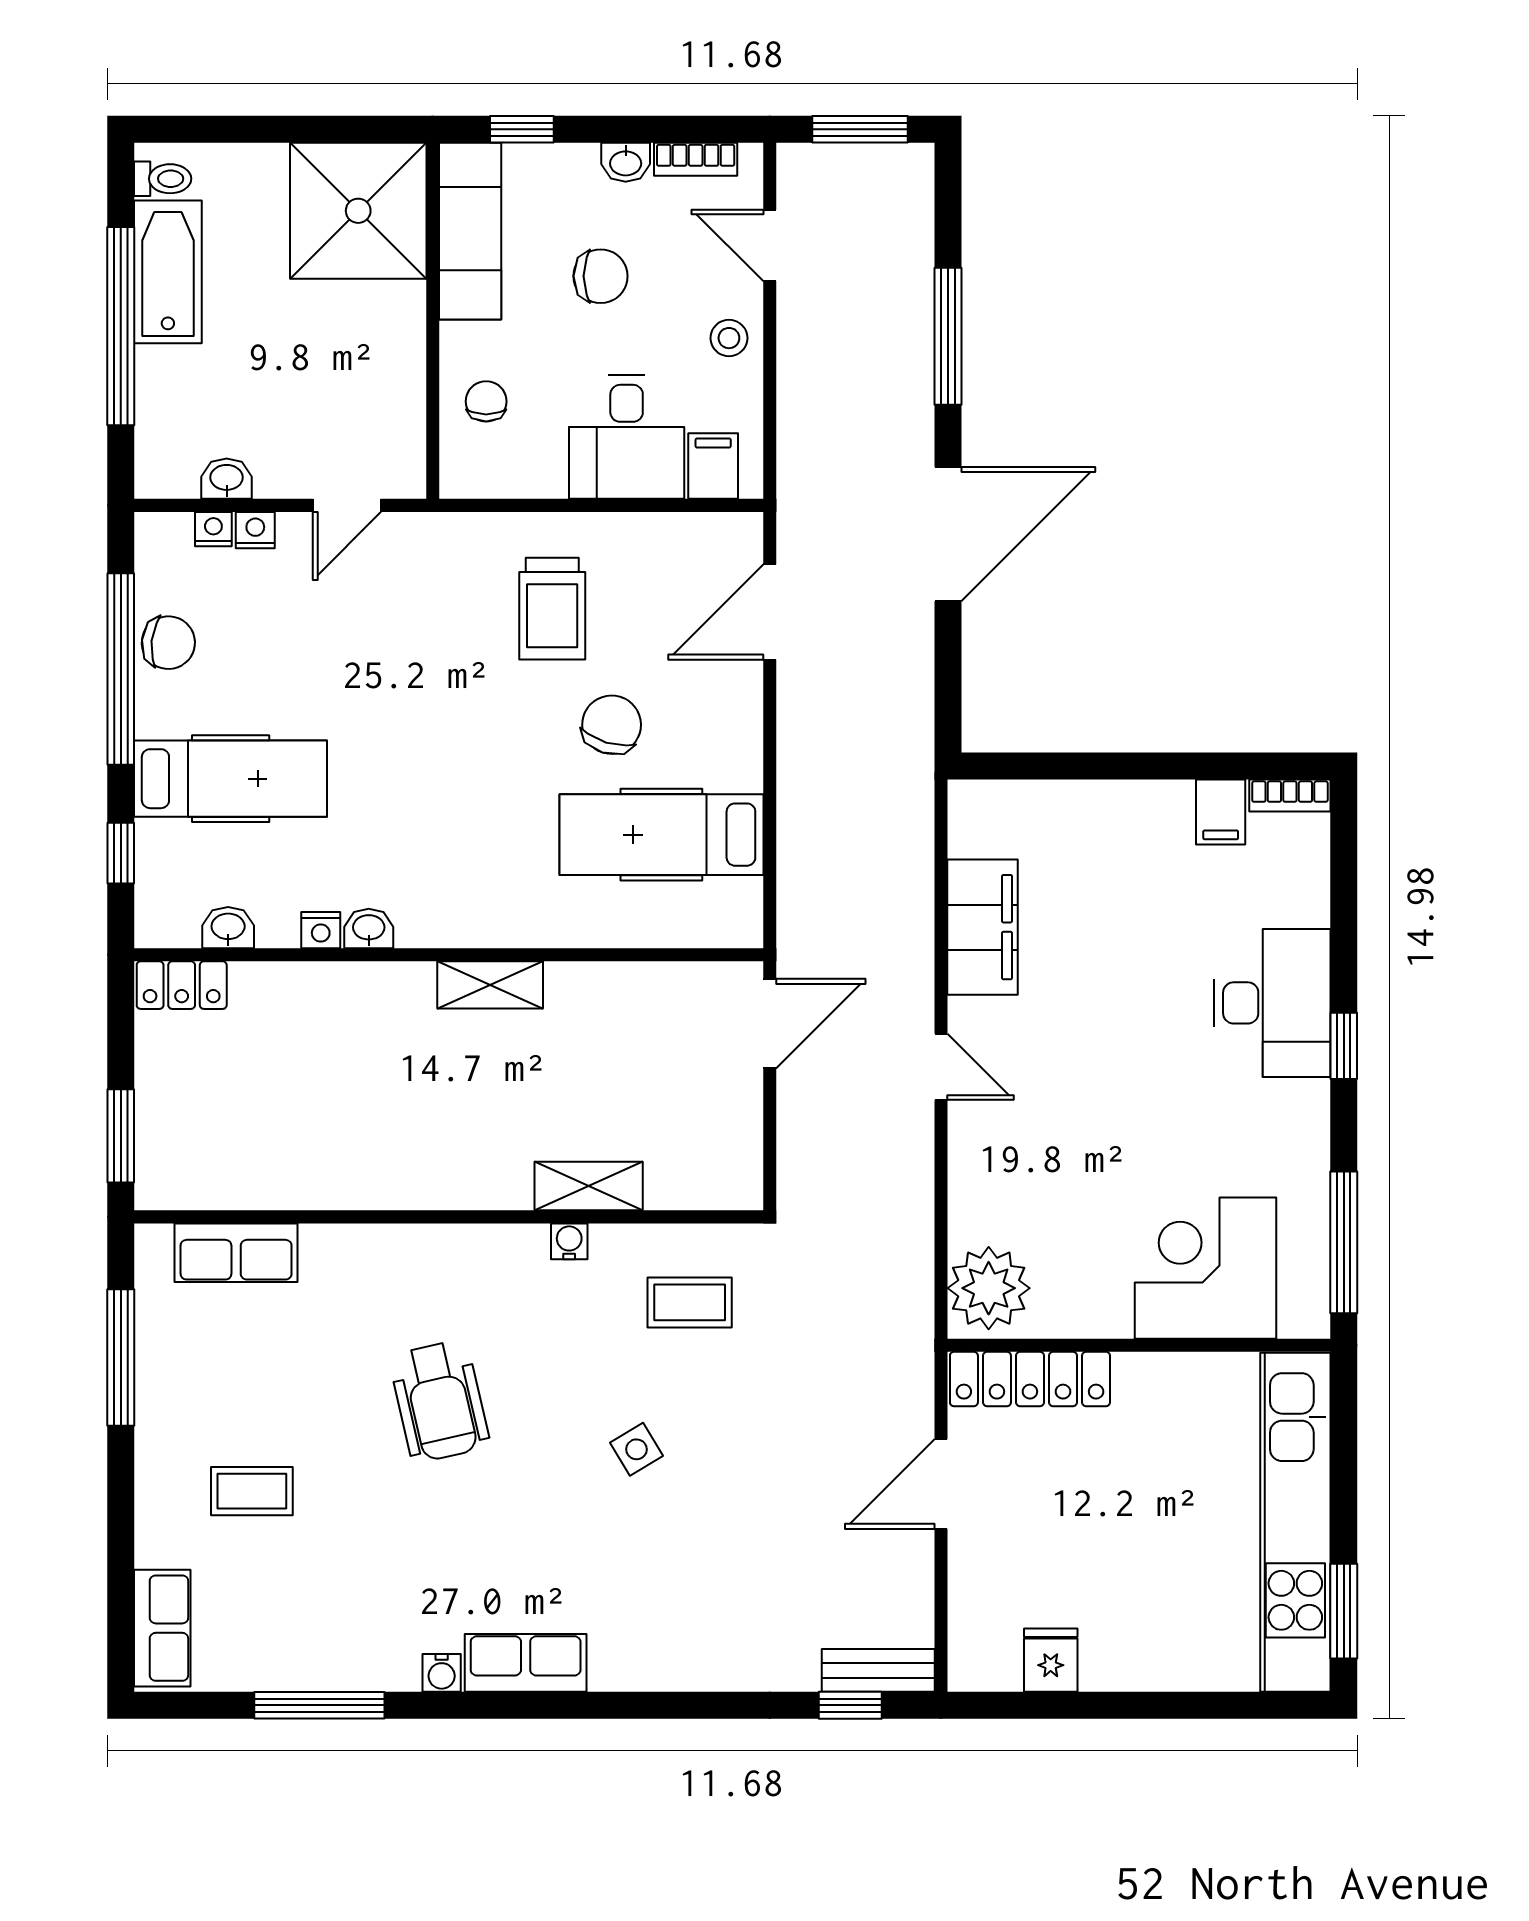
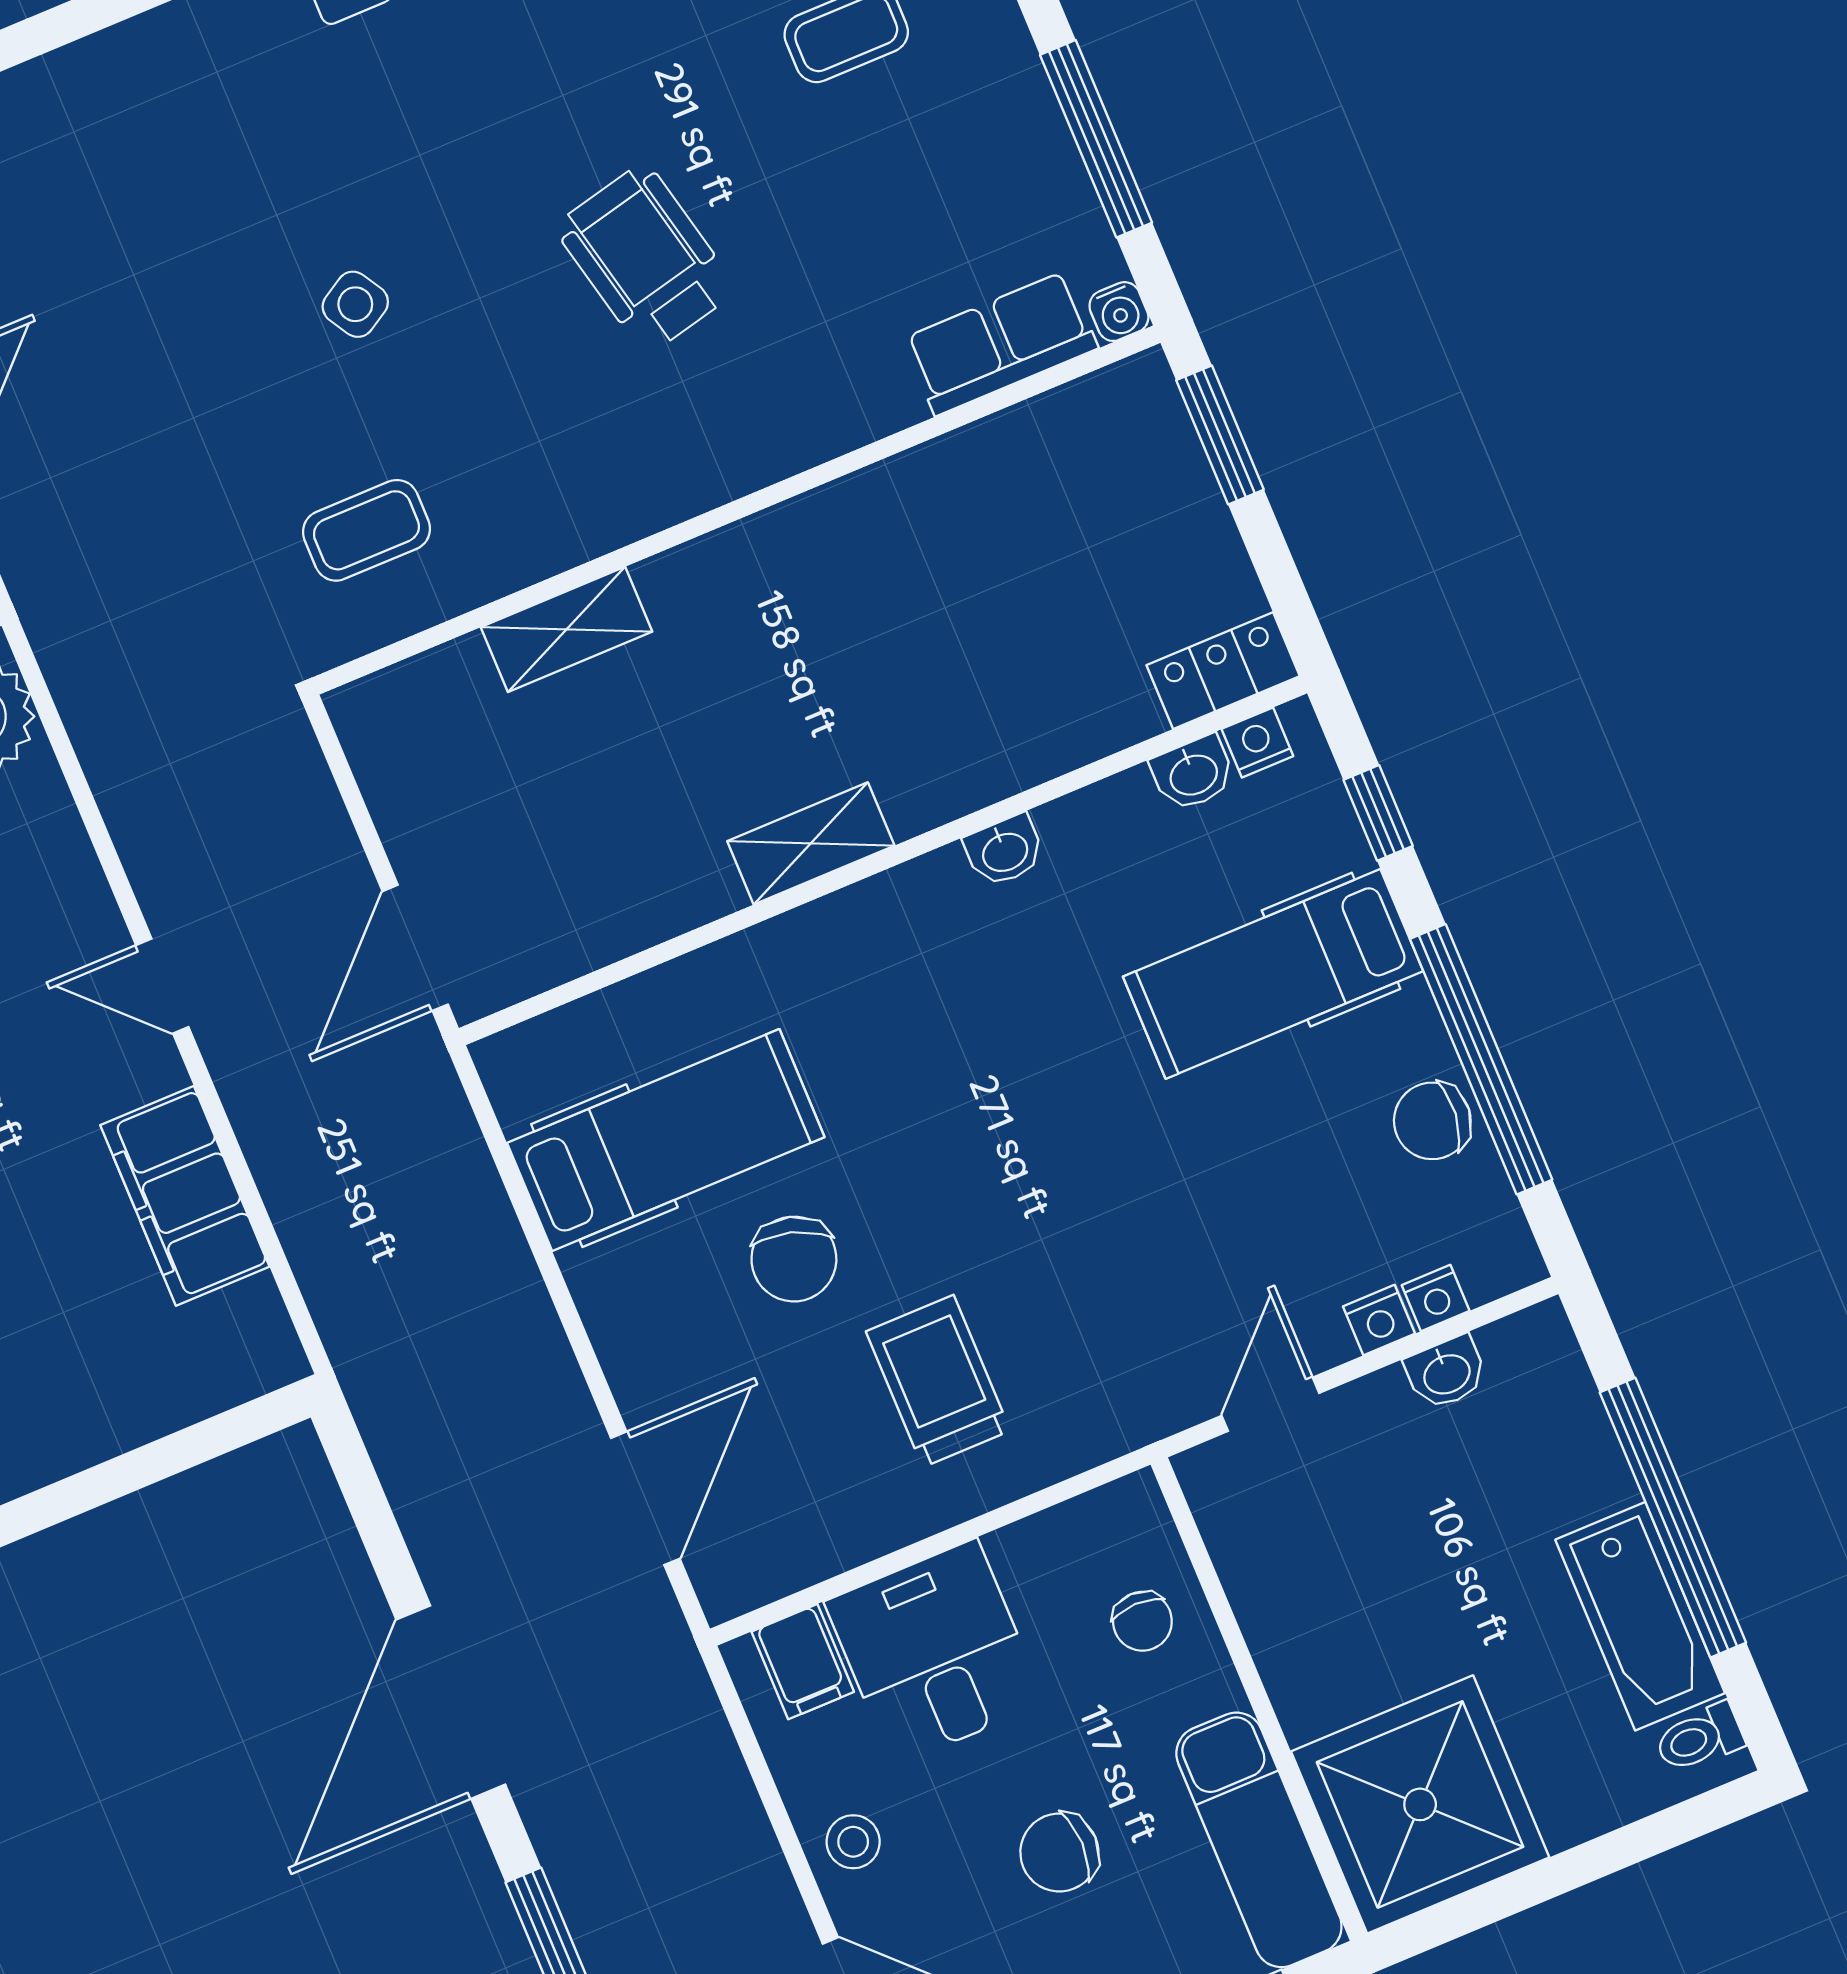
nightstand: (321, 930) -> (1257, 743), moved
water cooler: (569, 1241) -> (1119, 312), moved

